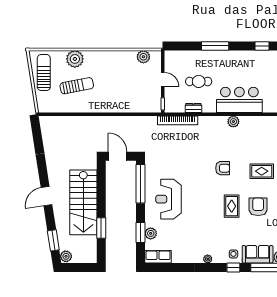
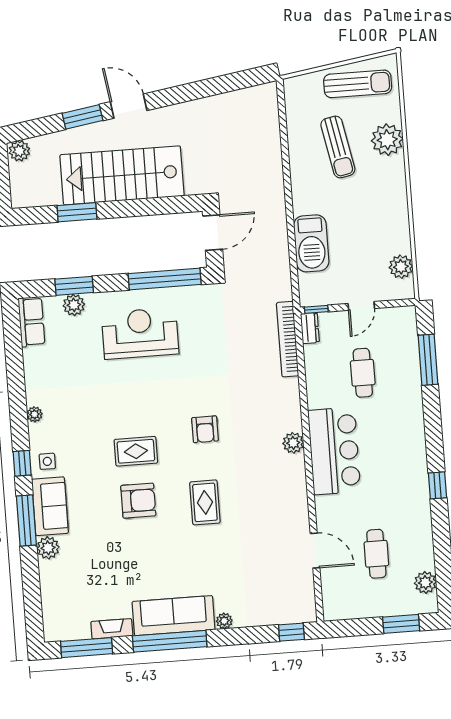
window: (215, 46) -> (428, 360), moved
barbecue: (127, 104) -> (311, 243), added
dresser: (193, 108) -> (310, 328), moved
window: (53, 240) -> (83, 117), moved

